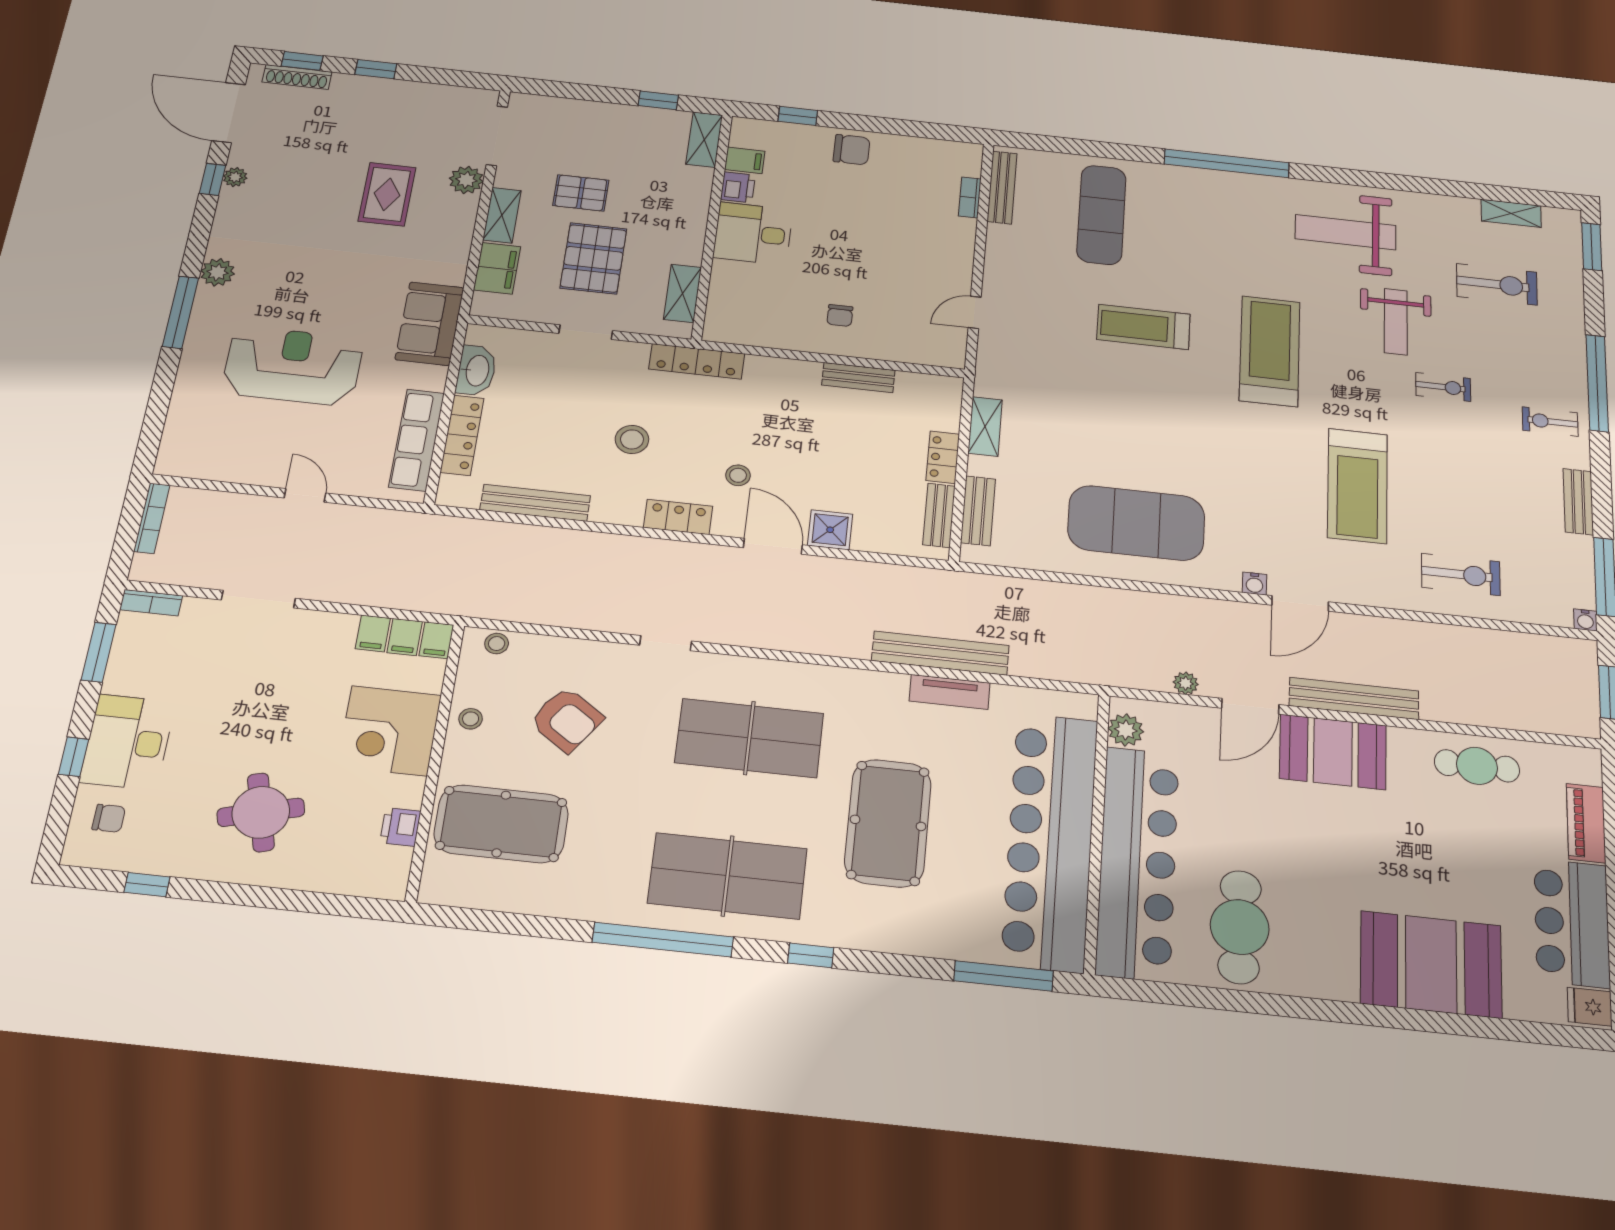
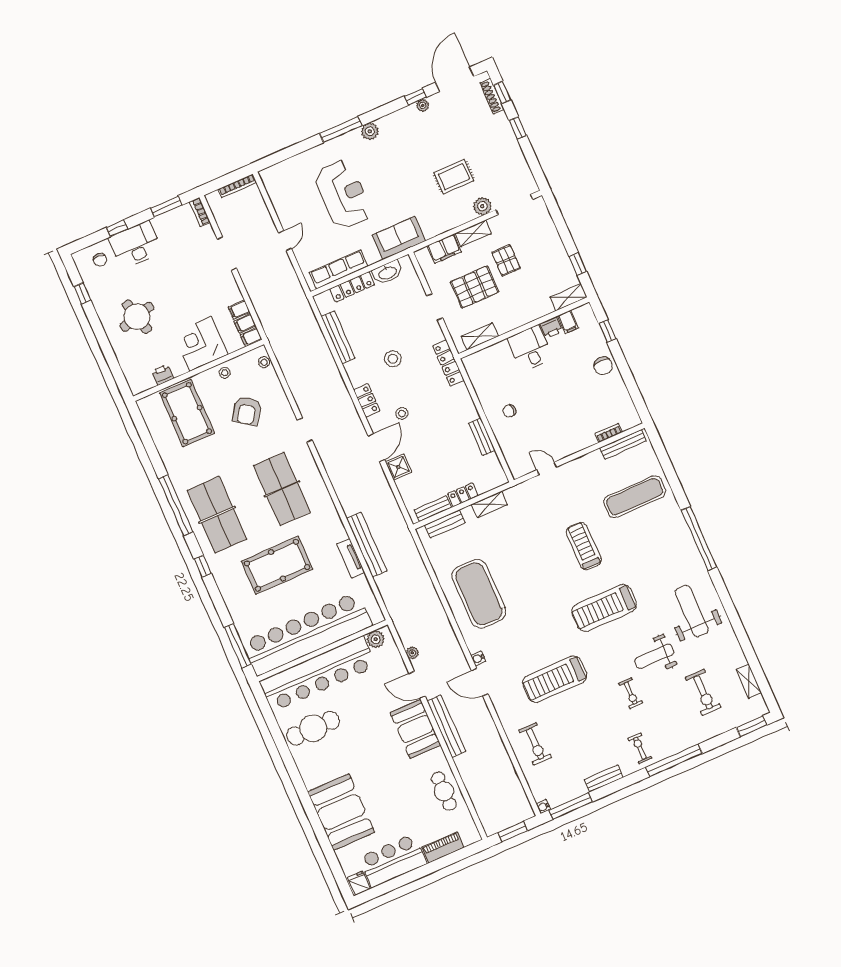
treadmill: (1270, 351) -> (604, 608), turned 180

